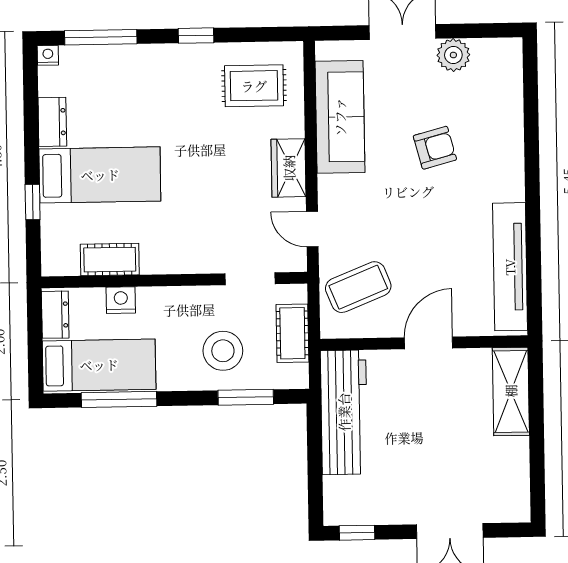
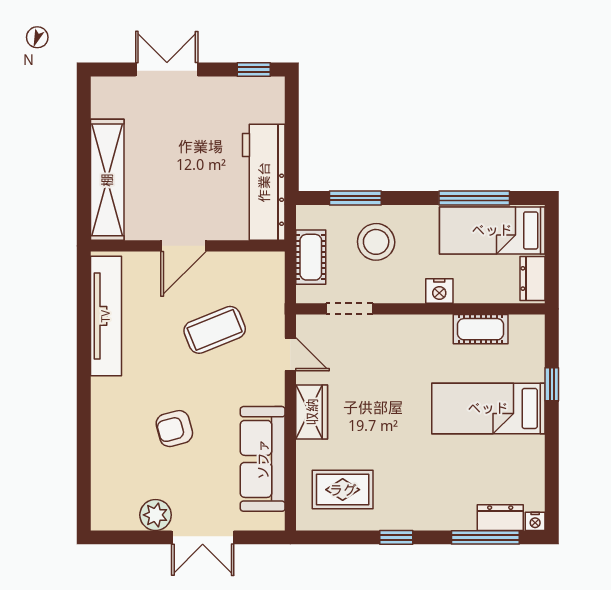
dresser: (52, 122) -> (500, 518), moved, turned 90
coffee table: (358, 287) -> (215, 330), moved
nightstand: (121, 300) -> (439, 291), moved
shelving: (511, 391) -> (107, 180), width x1.47

